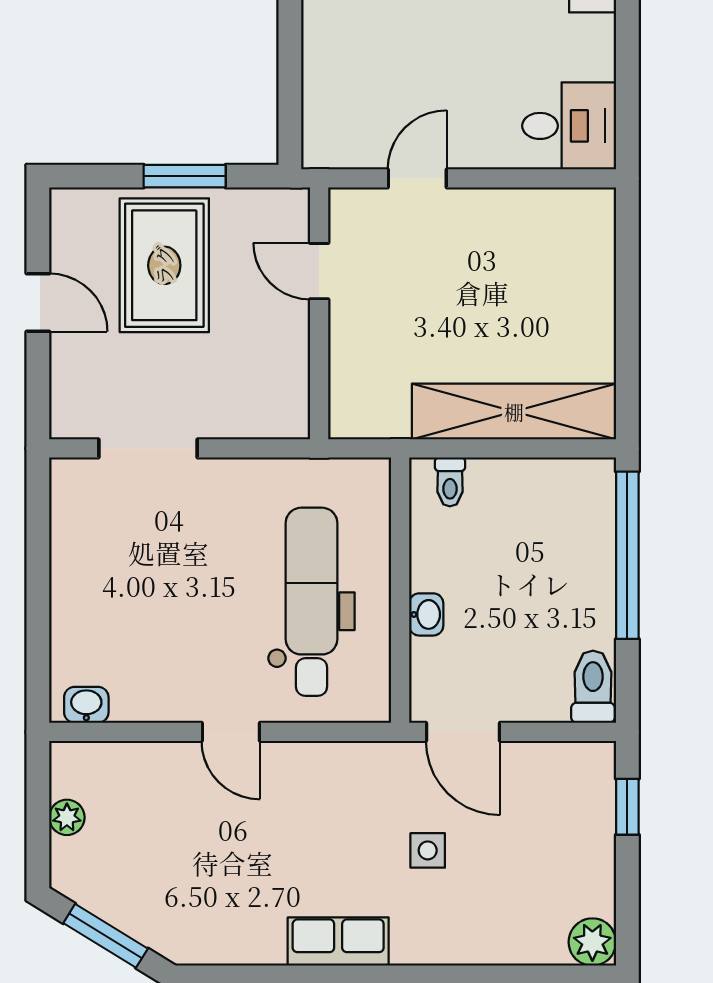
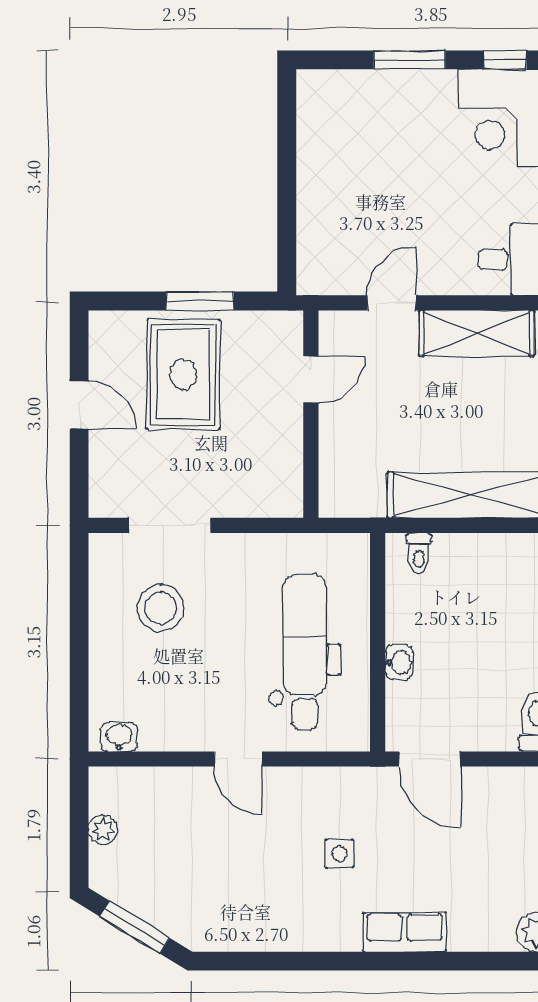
shelving: (520, 215) -> (477, 333), added
door: (319, 271) -> (311, 379), swing flipped
stool: (137, 549) -> (161, 608), added
side table: (428, 850) -> (339, 853), moved
row of seats: (338, 942) -> (405, 932), moved

